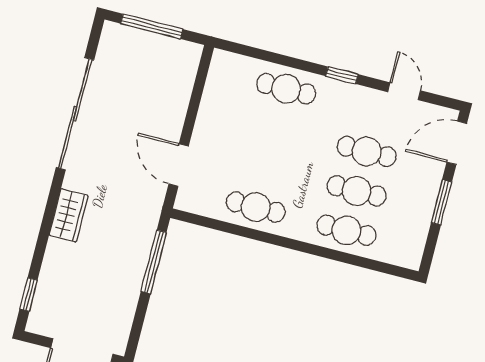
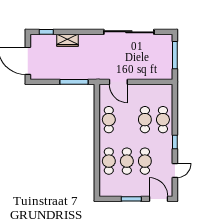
cafe table: (276, 128) -> (145, 120), added
door: (179, 165) -> (118, 82), swing flipped
wardrobe: (69, 215) -> (68, 40), moved

